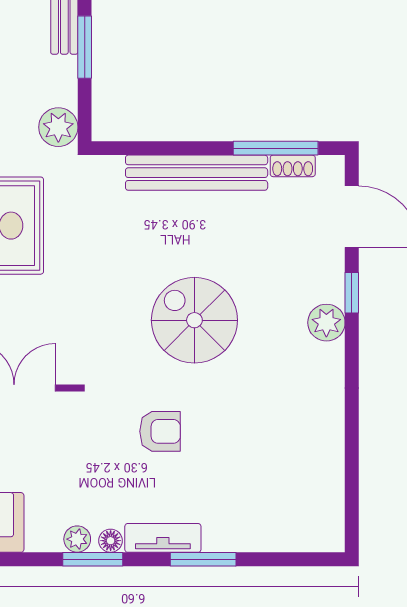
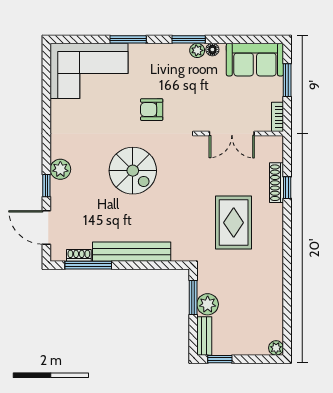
window: (85, 47) -> (193, 297), moved
plant: (58, 127) -> (208, 304), moved
corner sofa: (274, 502) -> (89, 71), added
tv unit: (163, 538) -> (150, 51), removed
floor lamp: (111, 541) -> (212, 50), moved

